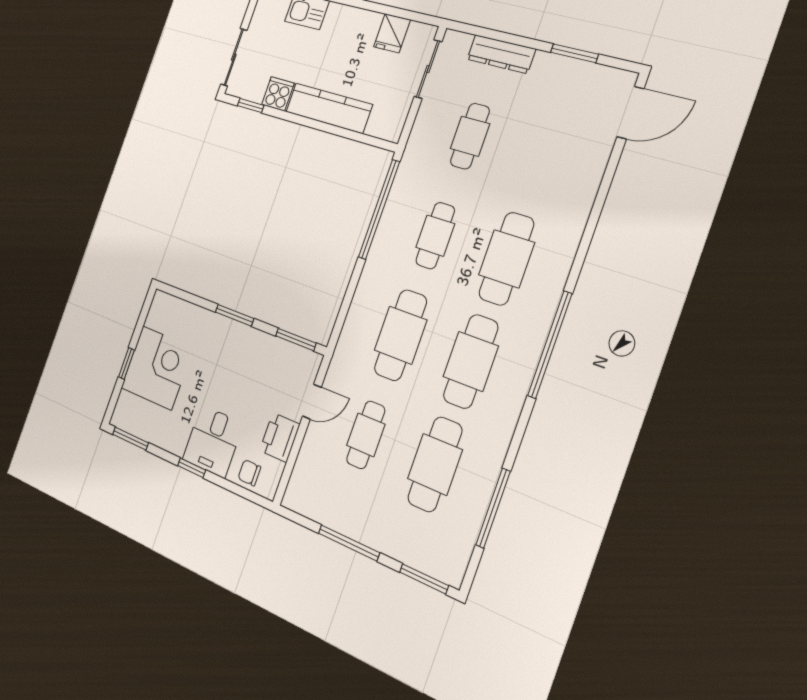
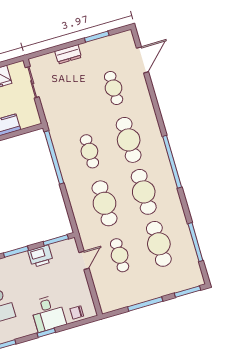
dresser: (501, 54) -> (68, 54), width x0.70
door: (631, 113) -> (142, 60), moved
cafe table: (470, 136) -> (114, 88), moved
printer: (280, 437) -> (40, 256), moved, turned -90

